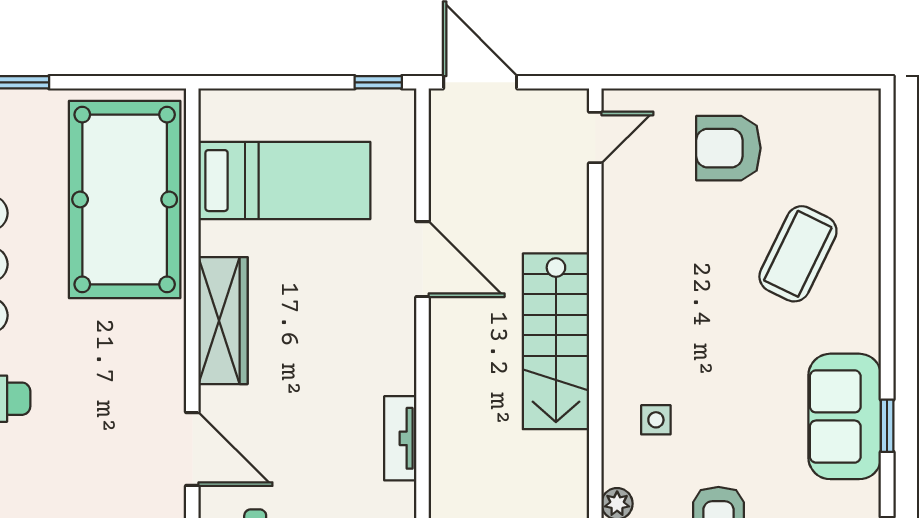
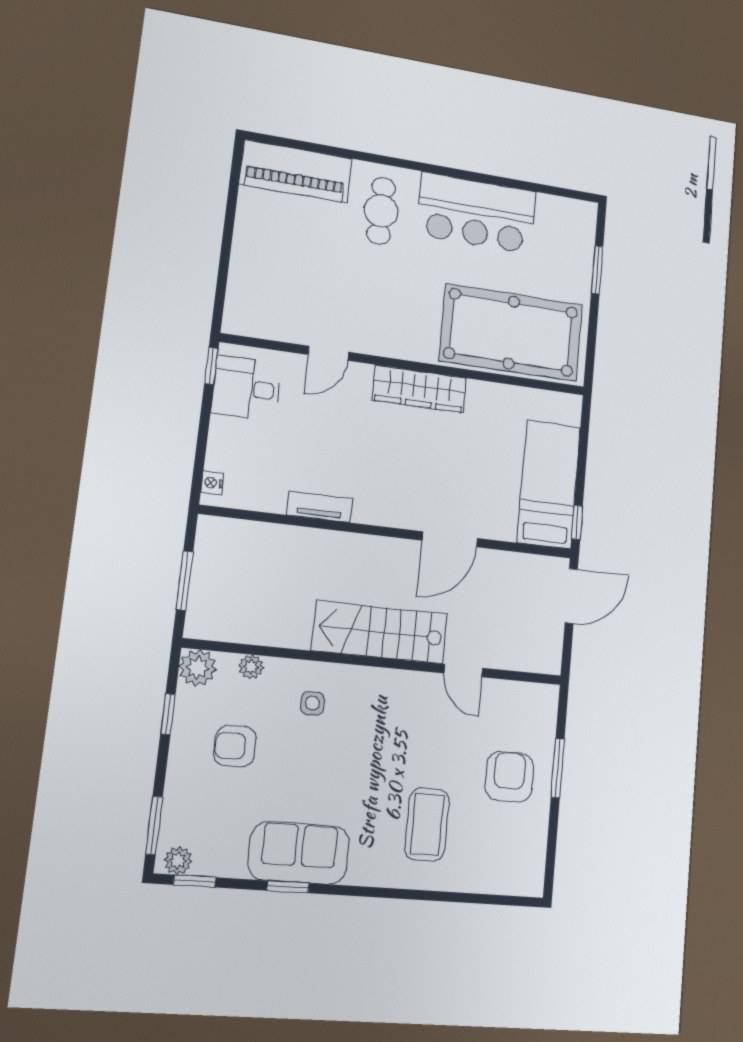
window: (712, 82) -> (558, 768), added
door: (595, 138) -> (463, 671), moved
bed: (284, 181) -> (549, 484), moved, turned 180
coffee table: (798, 254) -> (427, 825), turned 64
door: (192, 449) -> (328, 353), width x0.73

